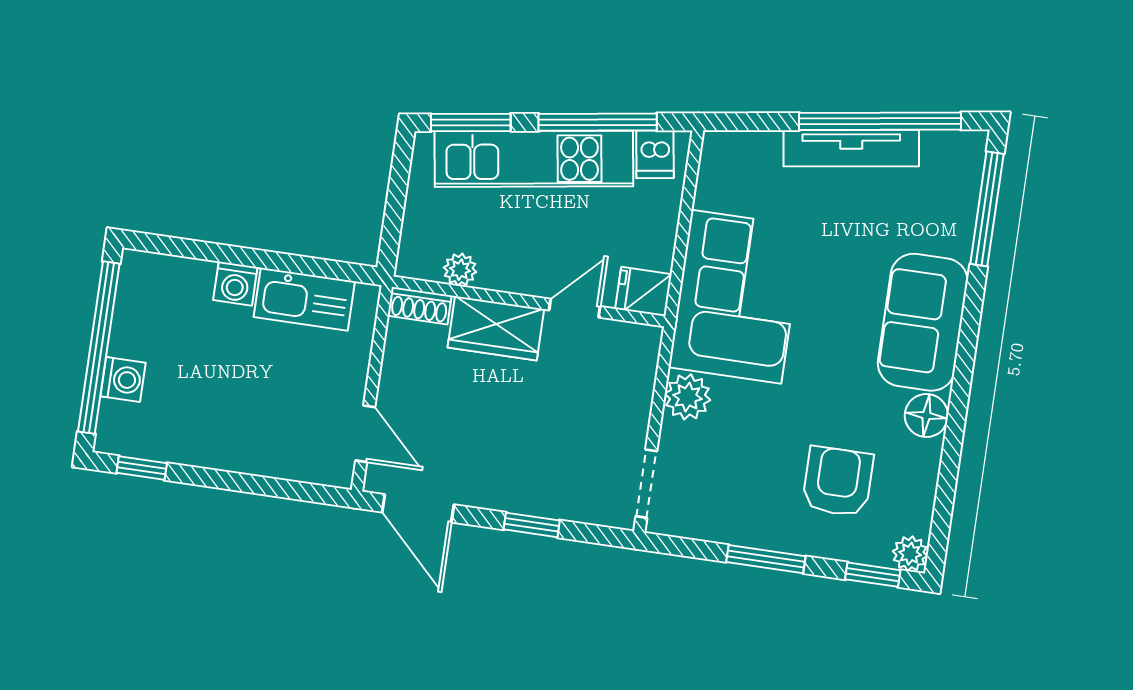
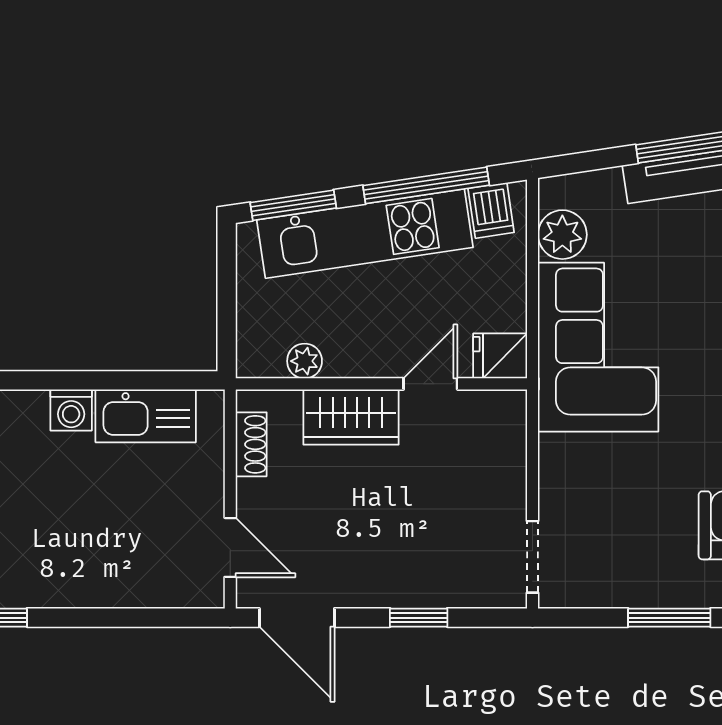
shoe rack: (420, 306) -> (251, 444), moved, turned -90
plant: (687, 397) -> (562, 235), moved

